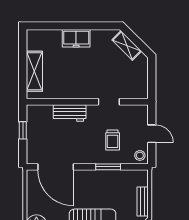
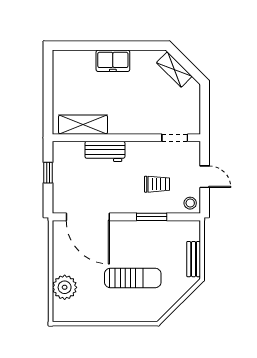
shelving: (34, 71) -> (83, 125), moved, turned 90
doorway: (109, 102) -> (175, 138), moved
trolley: (113, 140) -> (157, 184), turned -90

